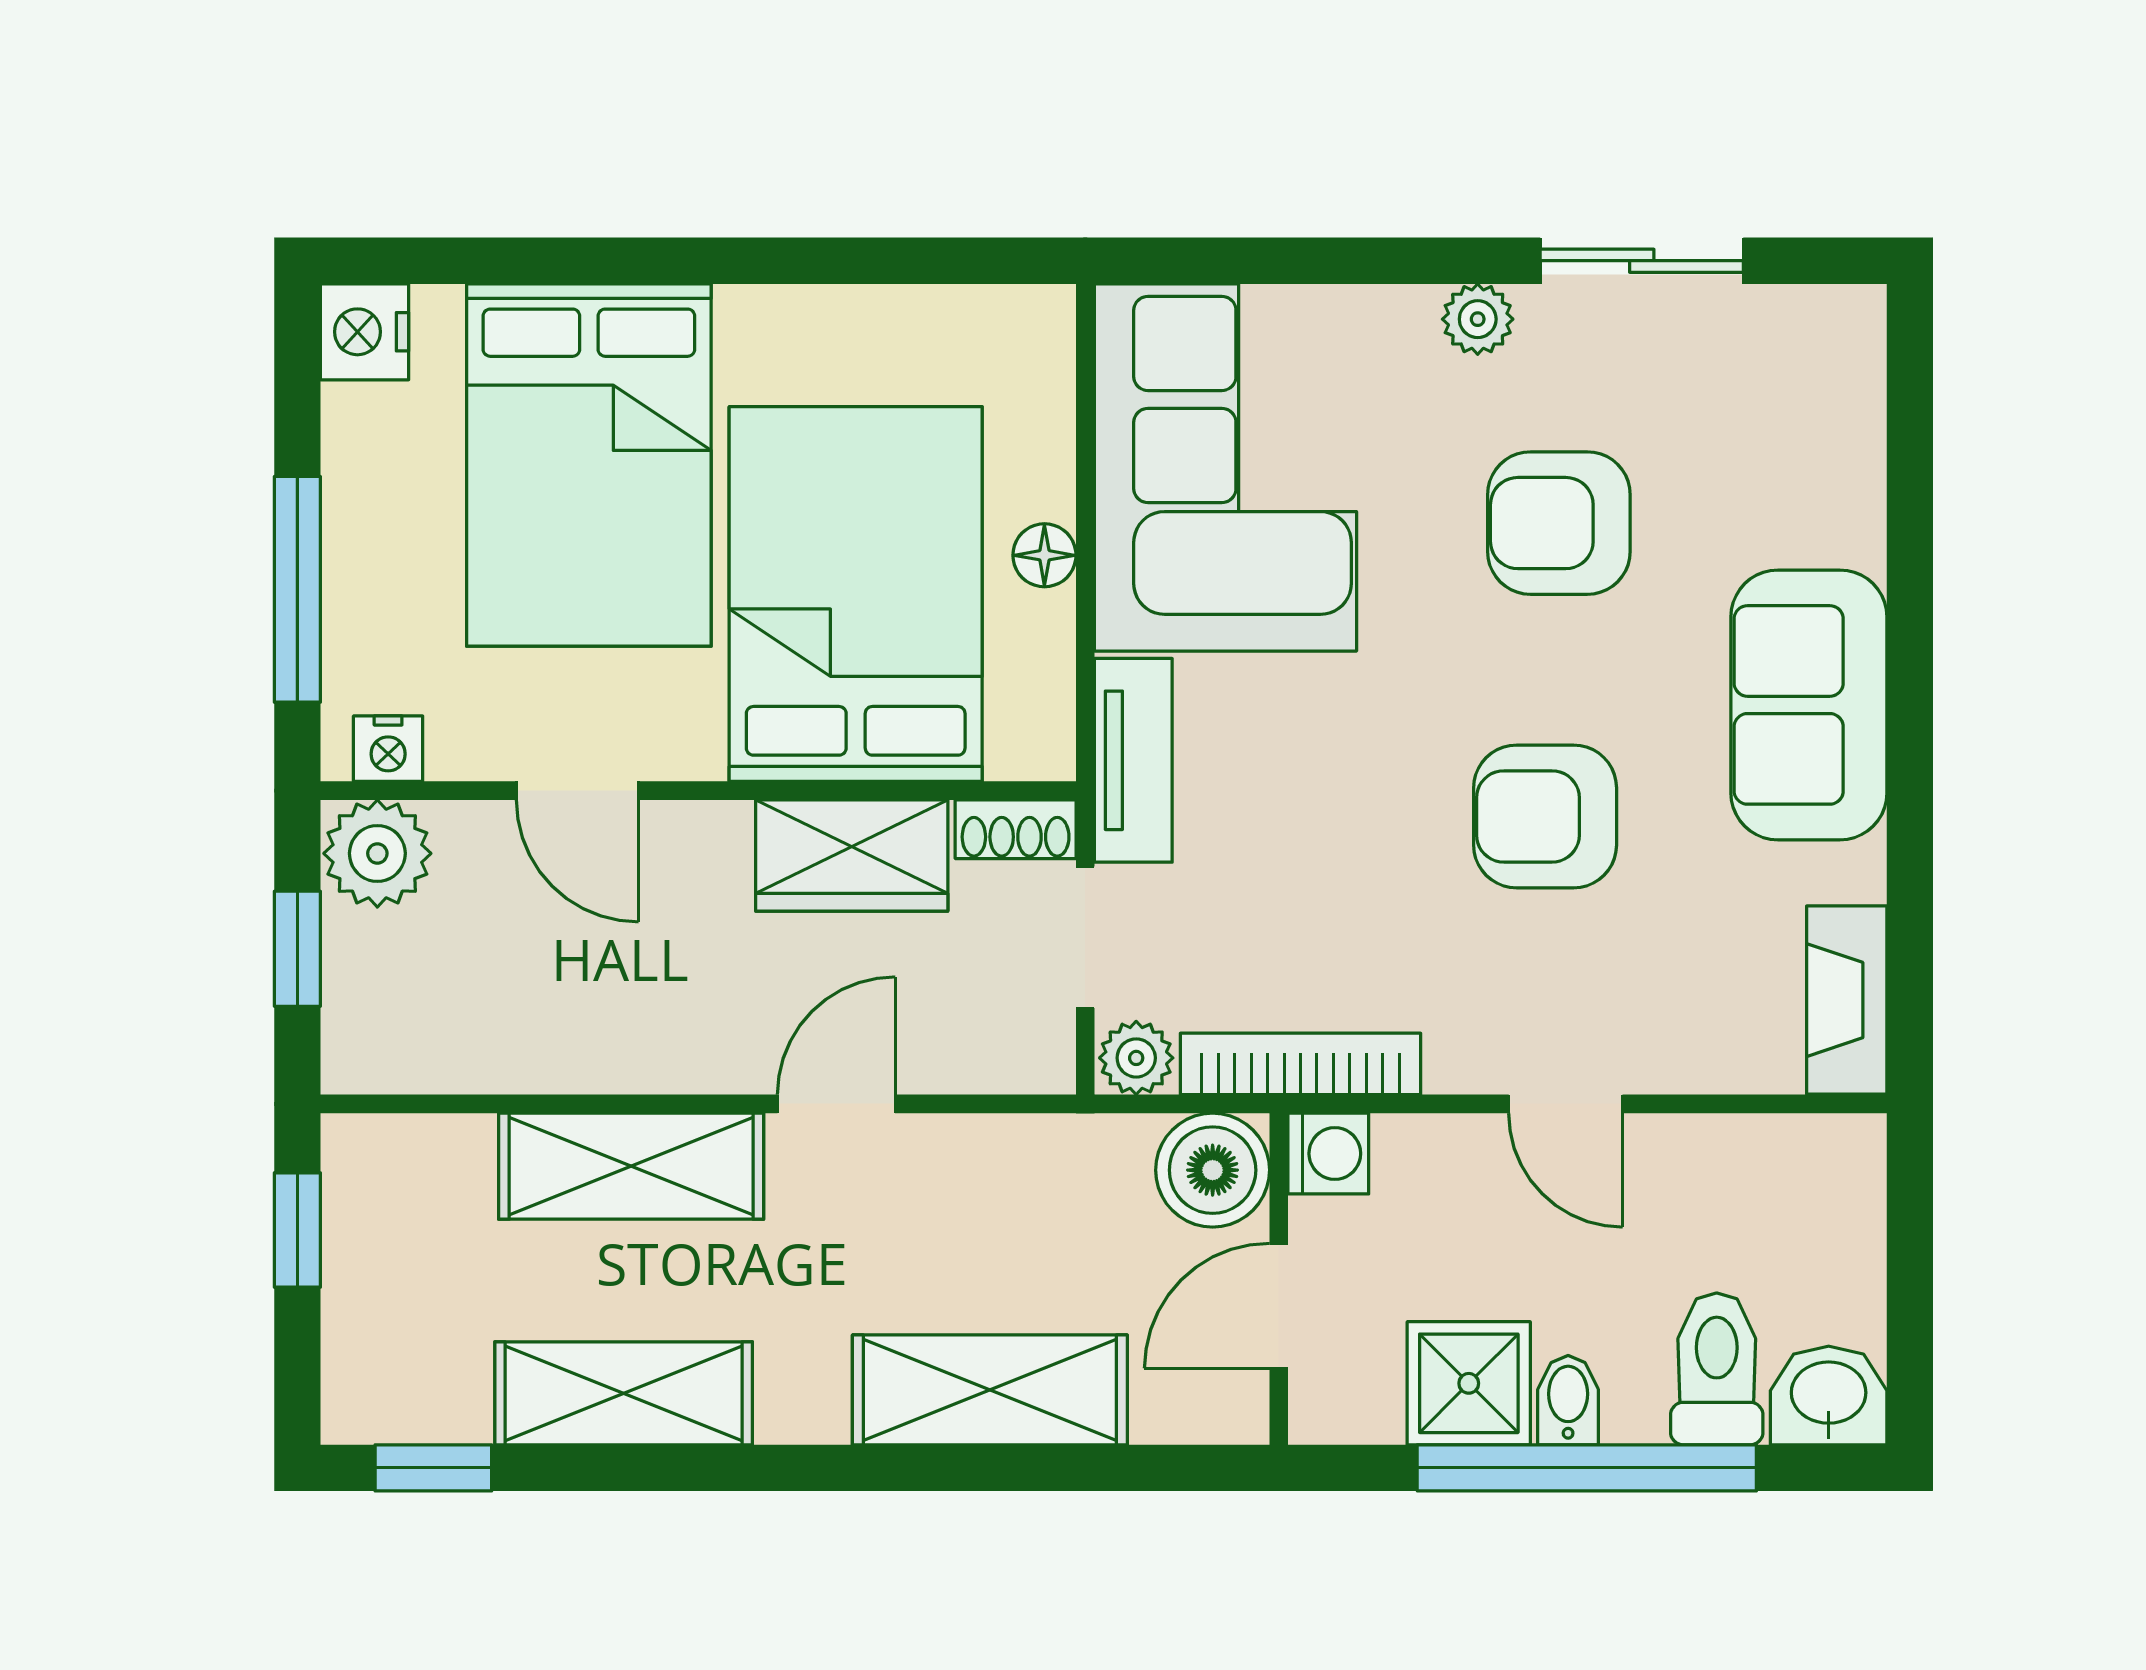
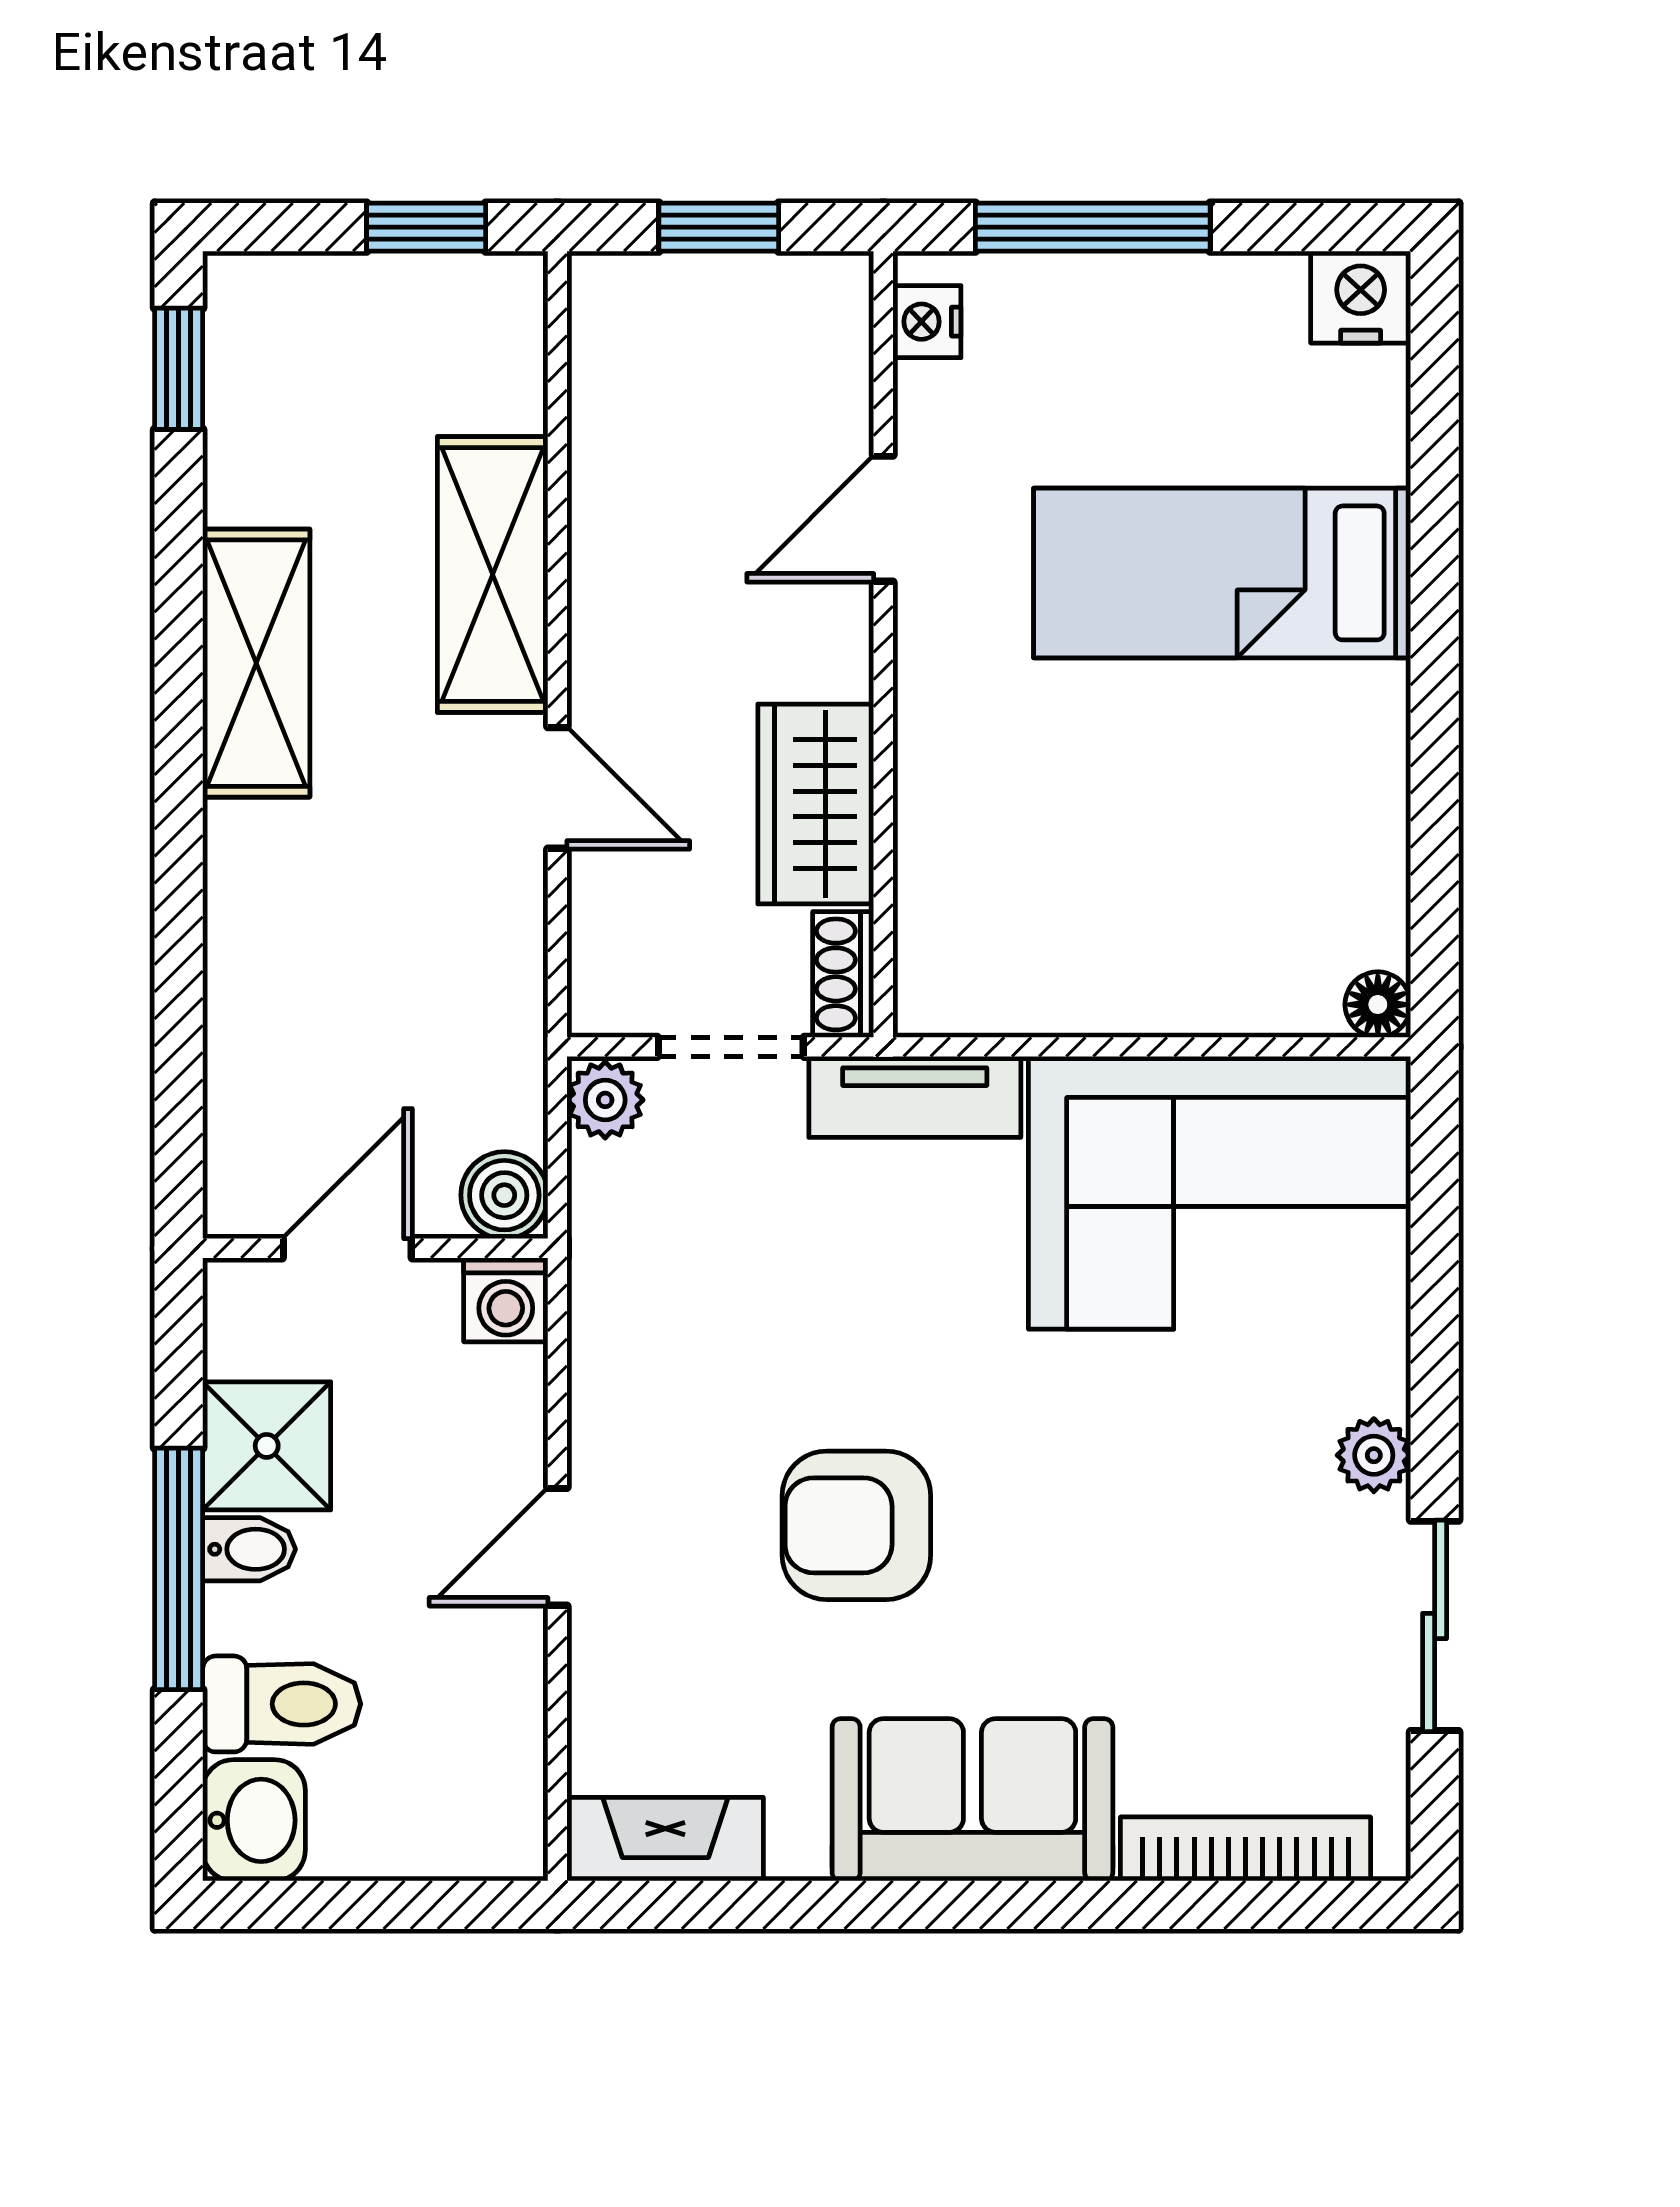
bed: (589, 465) -> (1222, 573), width x0.67
armchair: (1559, 523) -> (1162, 1540), removed
floor lamp: (1044, 555) -> (1378, 1005), moved
bed: (856, 594) -> (1088, 808), removed
armchair: (1545, 816) -> (856, 1525), turned -90
plant: (377, 853) -> (818, 310), removed
bookcase: (1300, 1064) -> (1245, 1849), moved, turned -90
boiler: (1213, 1170) -> (504, 1195), width x0.73, depth x0.73
door: (1279, 1306) -> (347, 1248), hinge flipped
shelving: (990, 1390) -> (260, 948), removed
shelving: (624, 1393) -> (256, 663), moved
window: (1587, 1468) -> (179, 1569), width x0.68

